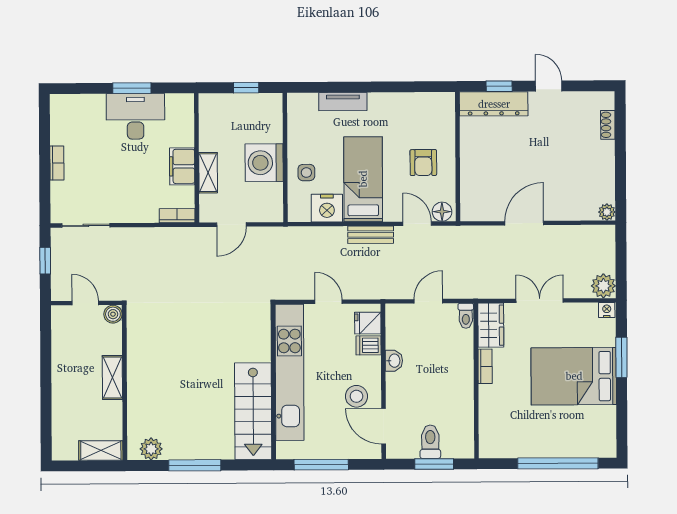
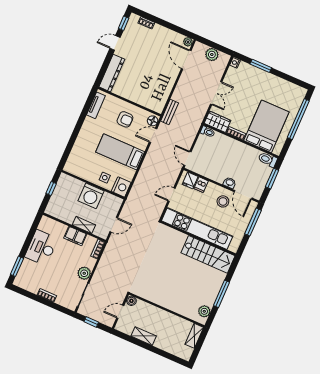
window: (499, 86) -> (124, 23), moved
window: (132, 88) -> (17, 266), moved
tv unit: (343, 102) -> (96, 105), moved
nightstand: (327, 208) -> (121, 187), moved
plant: (124, 211) -> (84, 273), added
door: (524, 223) -> (186, 60), moved
door: (231, 225) -> (114, 225), hinge flipped
bench: (371, 235) -> (170, 112), moved
plant: (603, 286) -> (212, 55), moved
door: (428, 301) -> (187, 158), moved
double door: (540, 301) -> (216, 93), swing flipped
washbasin: (394, 361) -> (230, 183), moved
bed: (574, 376) -> (266, 126), moved, turned 180
shelving: (112, 377) -> (144, 336), moved
door: (384, 426) -> (243, 195), hinge flipped
toilet: (430, 442) -> (268, 160), moved
window: (321, 465) -> (253, 222), moved

